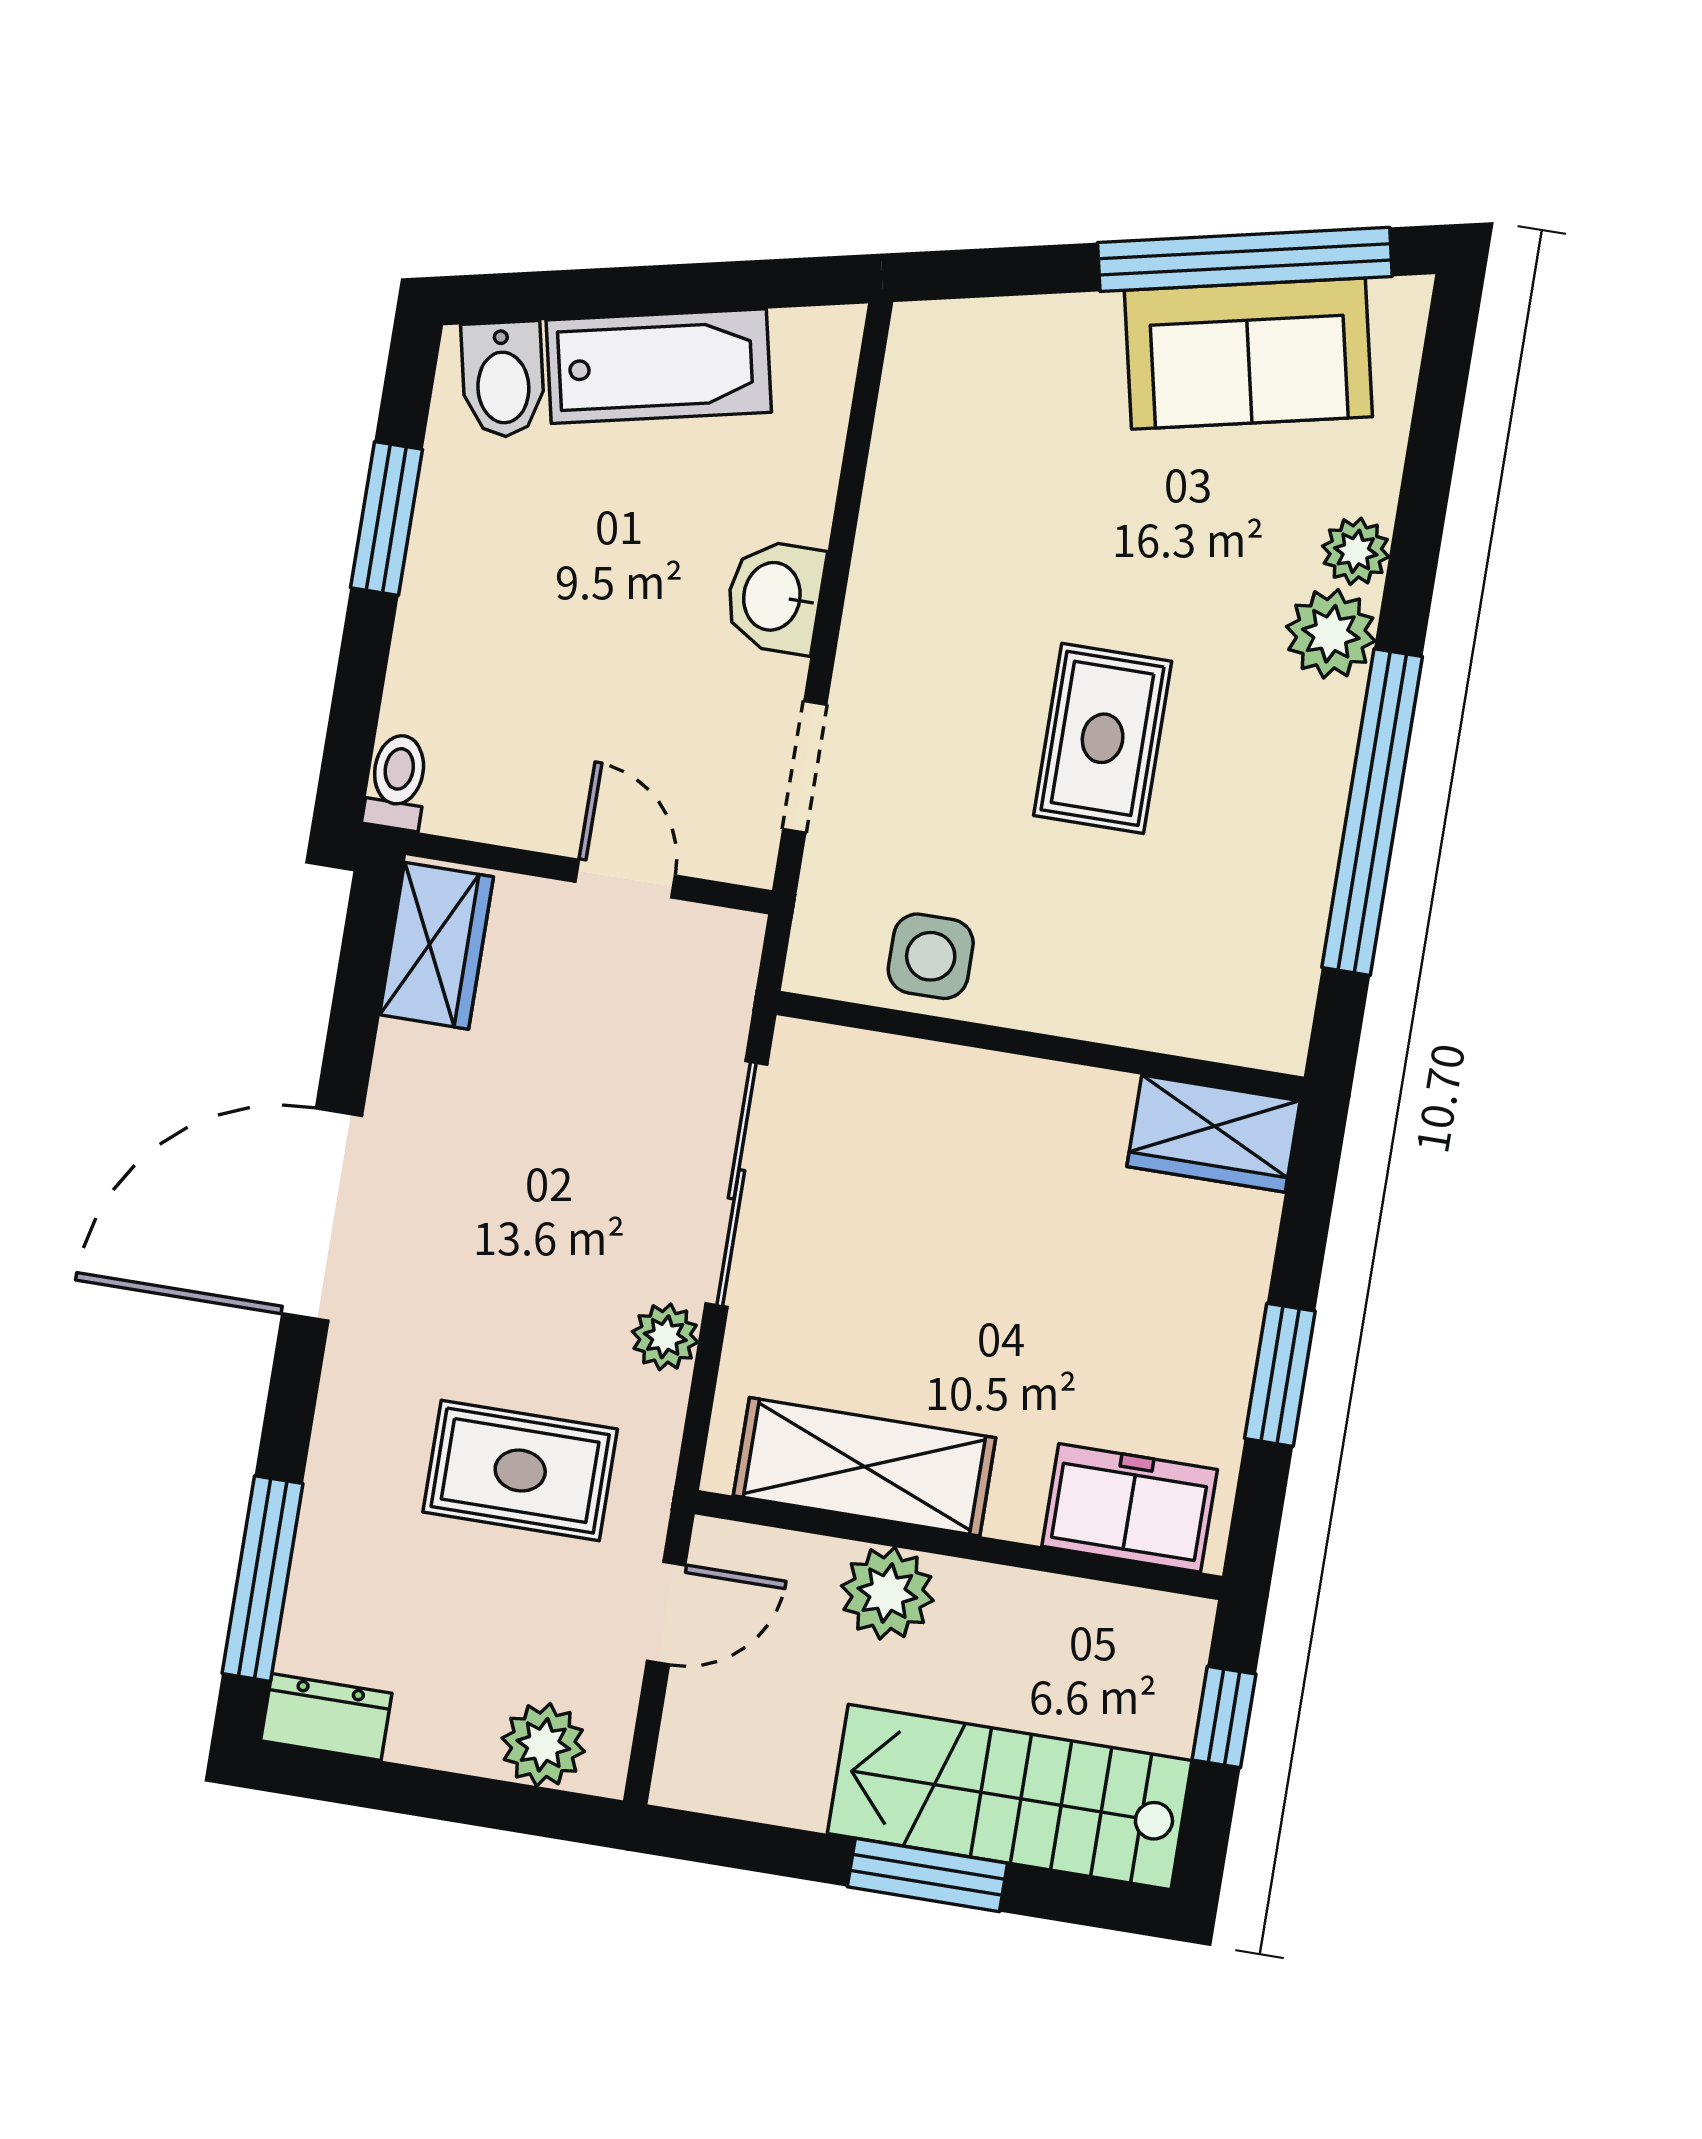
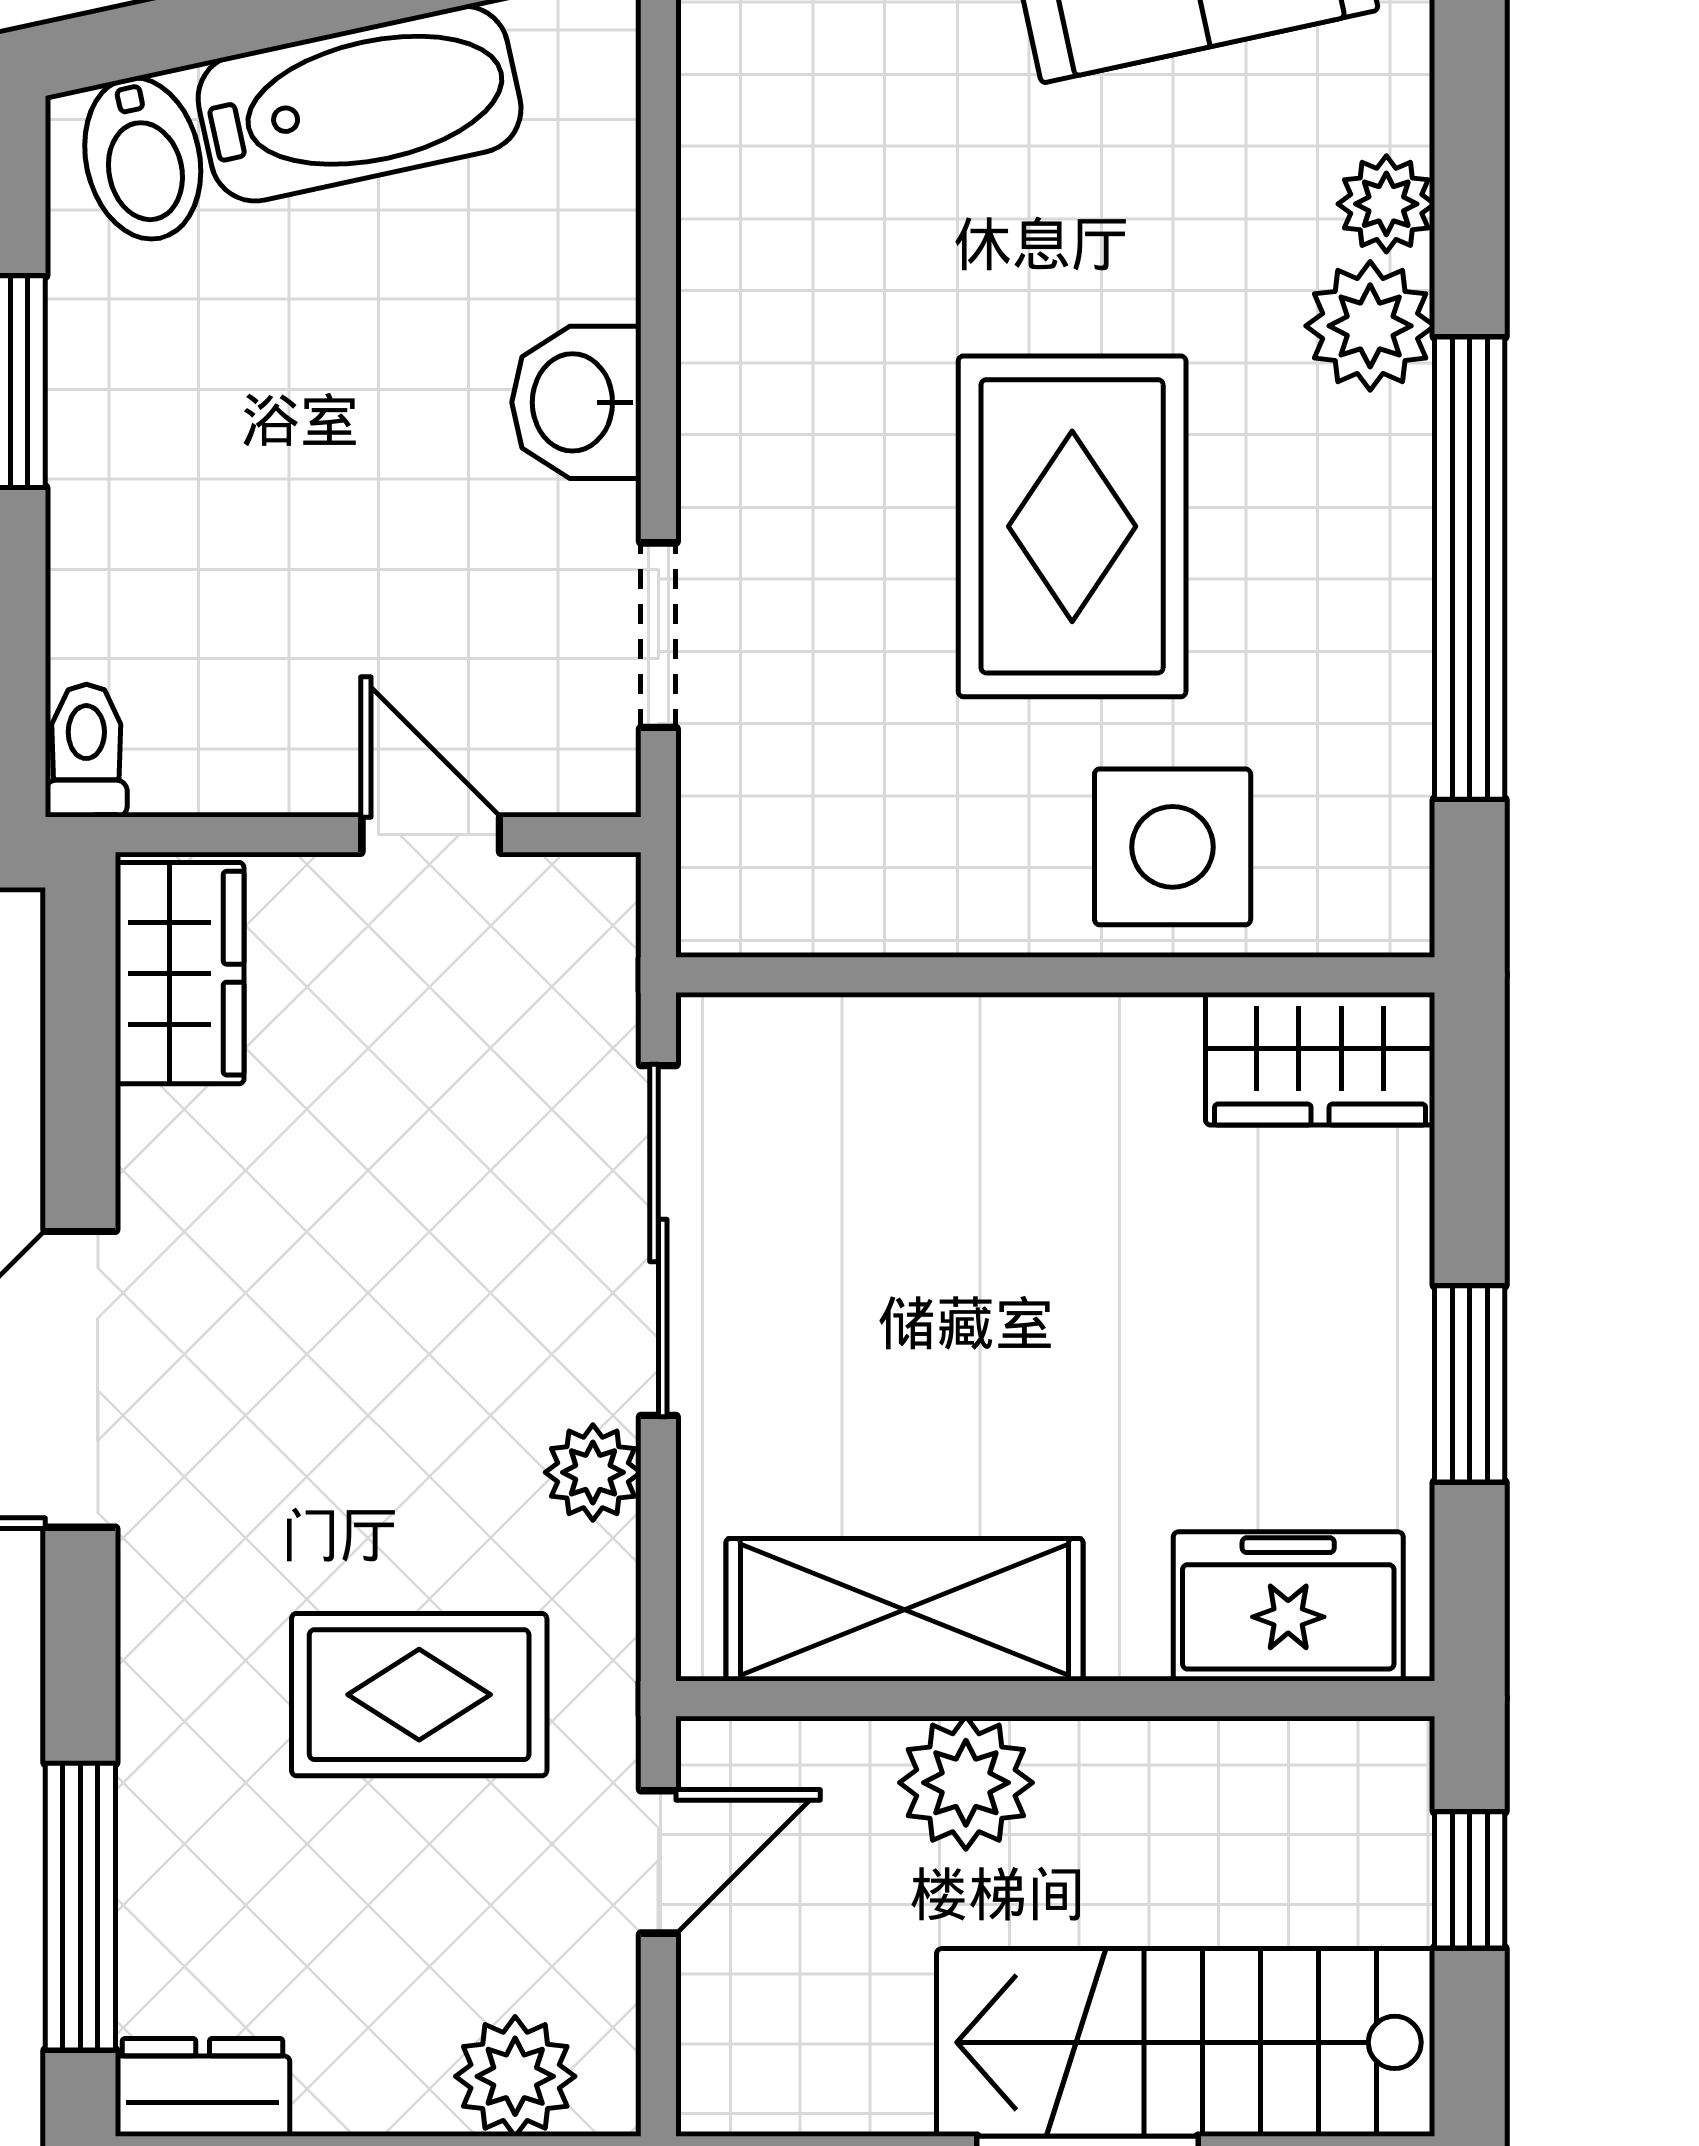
rug: (1103, 738) -> (1072, 526), width x1.36, depth x1.43
side table: (931, 956) -> (1173, 847), moved, width x1.37, depth x1.37

